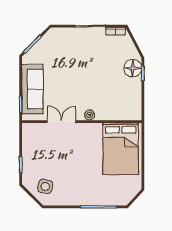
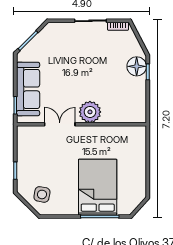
plant: (90, 115) -> (90, 112), width x1.88, depth x1.88
bed: (121, 149) -> (98, 187), moved, turned 180

